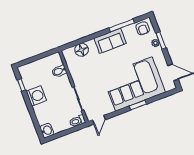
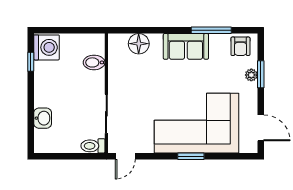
washing machine: (36, 96) -> (47, 47), moved
washbasin: (47, 130) -> (43, 118), moved

